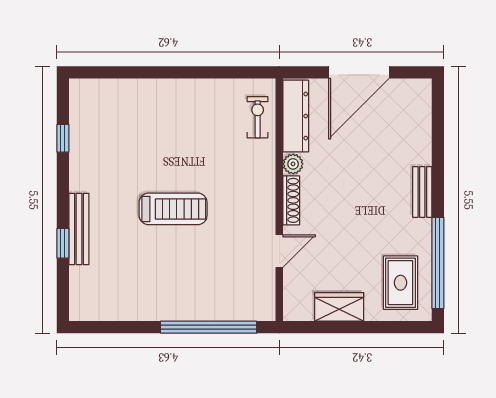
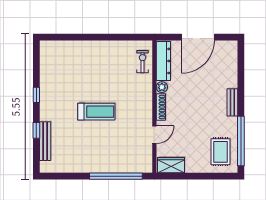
window: (63, 138) -> (36, 95), moved
bench: (79, 229) -> (45, 141), moved
wardrobe: (339, 307) -> (171, 165), moved

